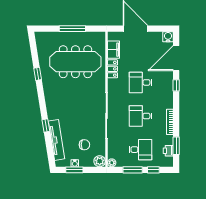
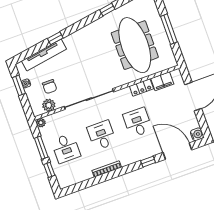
window: (176, 146) -> (84, 185), removed
printer: (168, 151) -> (75, 178), removed
plant: (100, 161) -> (49, 105), moved

